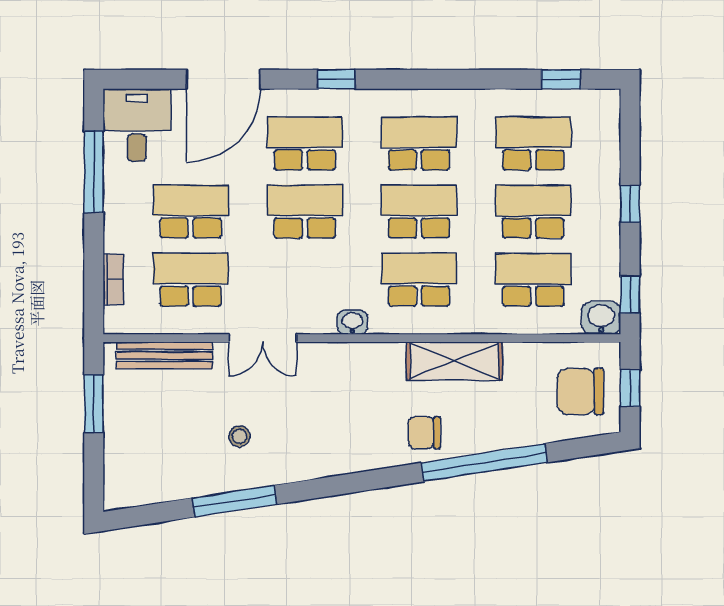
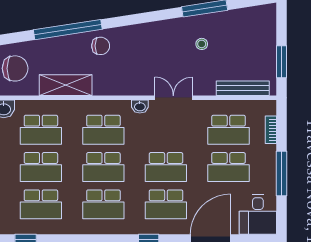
window: (94, 172) -> (282, 174), moved
double door: (263, 338) -> (173, 98), moved
shelving: (454, 361) -> (66, 85), moved

